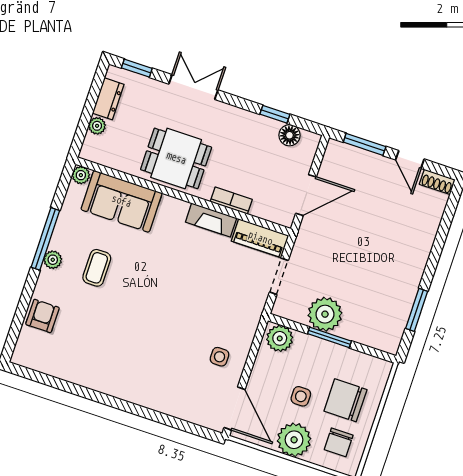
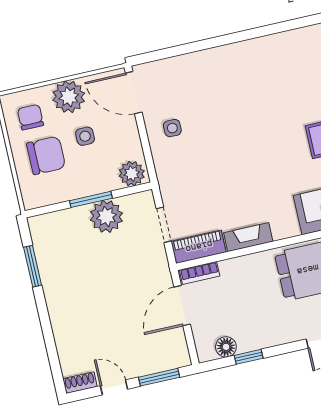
bookcase: (231, 201) -> (200, 273), moved

